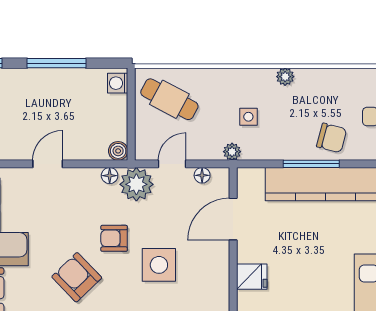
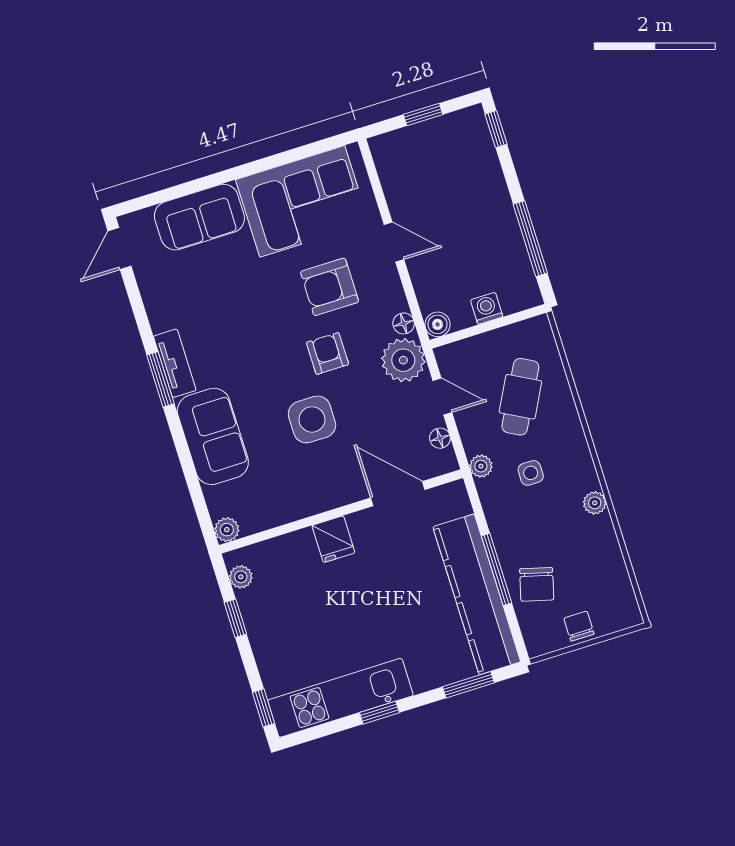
window: (57, 63) -> (530, 239), moved
washing machine: (118, 83) -> (487, 308), moved
cafe table: (169, 99) -> (520, 397), moved
armchair: (77, 277) -> (330, 287), moved, turned -136

